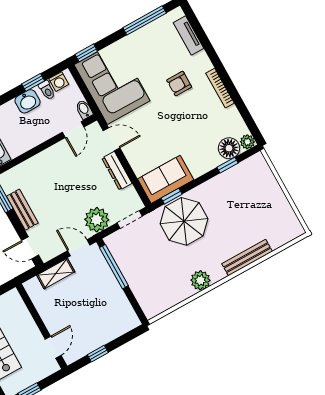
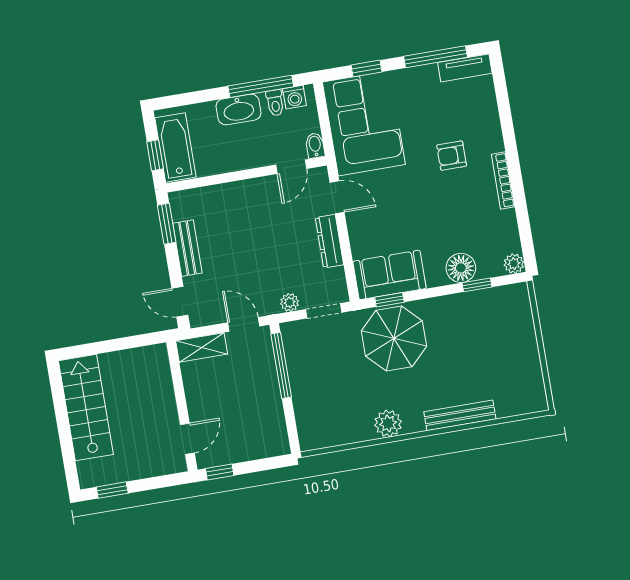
tv unit: (188, 35) -> (465, 68), moved, turned -90
window: (86, 53) -> (366, 68), moved
window: (33, 82) -> (261, 86), width x2.17
washbasin: (27, 101) -> (239, 110), width x1.38
floor lamp: (229, 148) -> (461, 268), moved
plant: (97, 220) -> (290, 302), width x0.53, depth x0.53
wall: (41, 326) -> (182, 406), moved
door: (53, 347) -> (187, 439), moved

